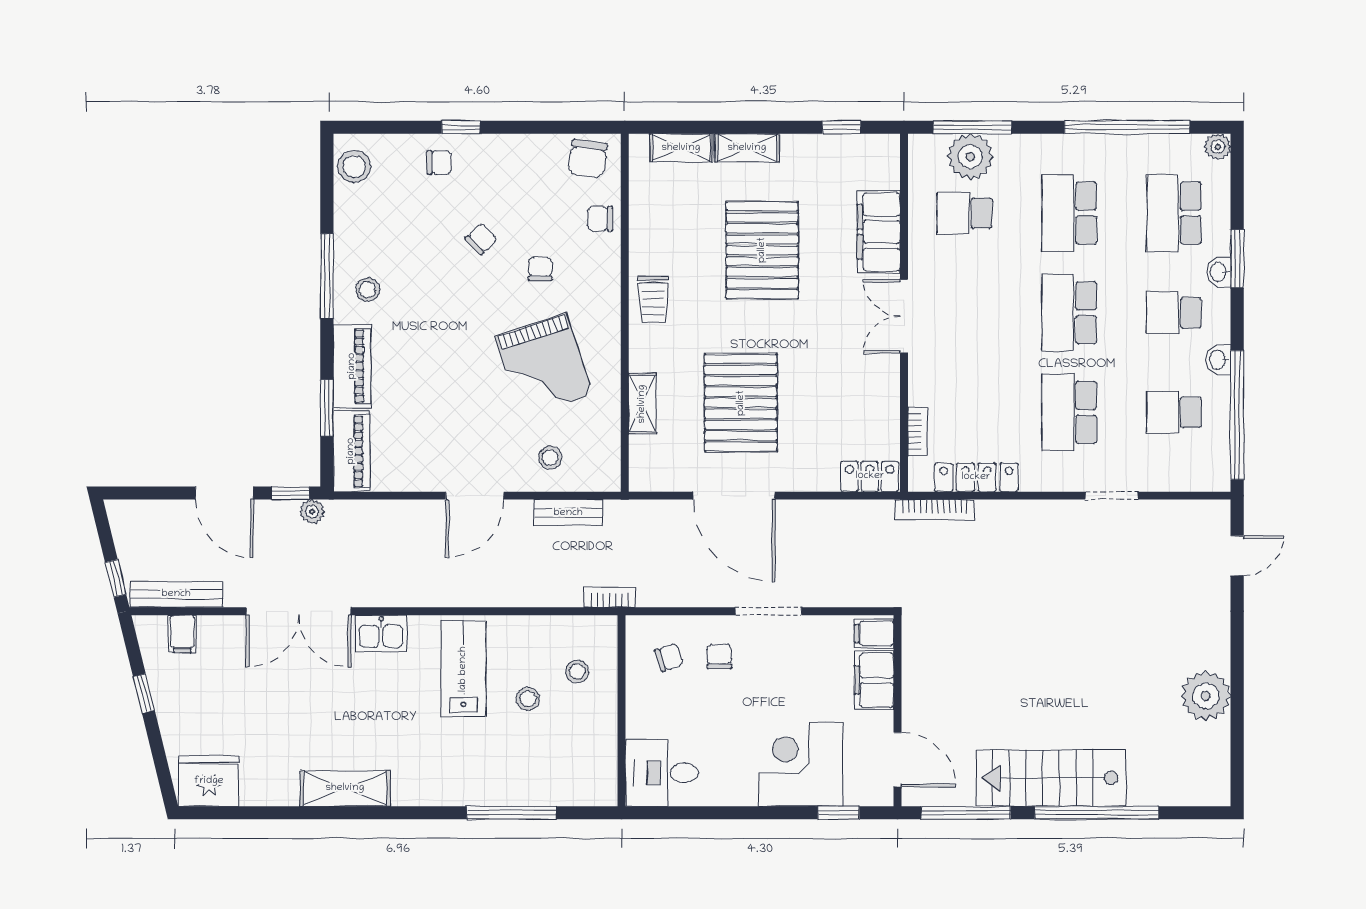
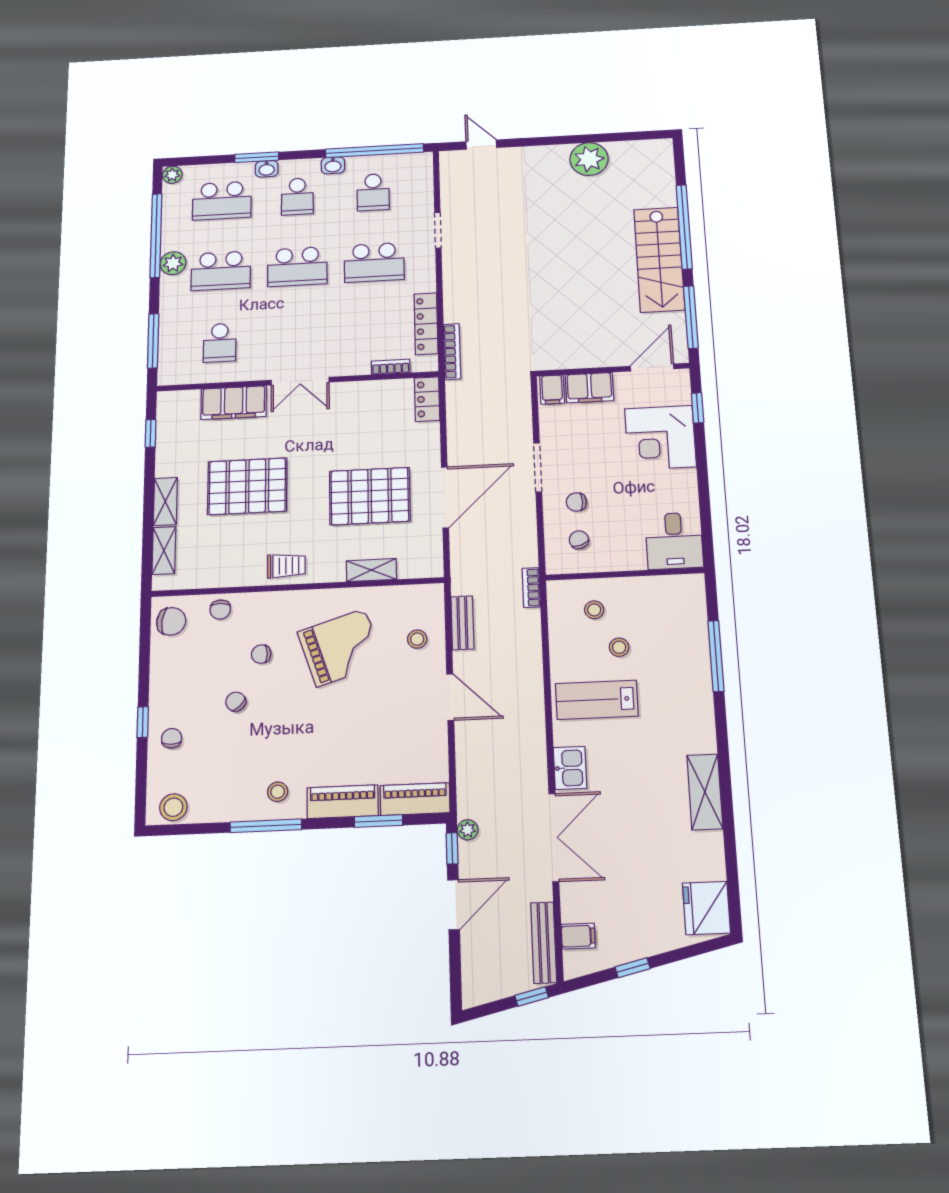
plant: (970, 157) -> (173, 263), moved, width x0.73, depth x0.73

